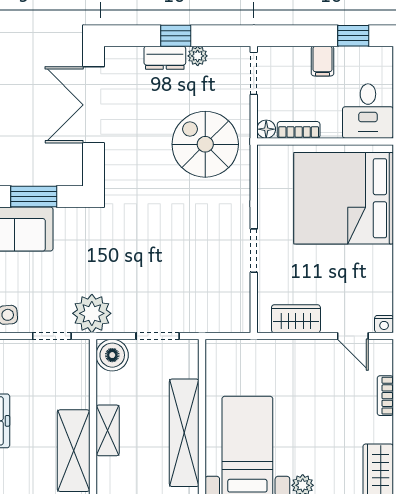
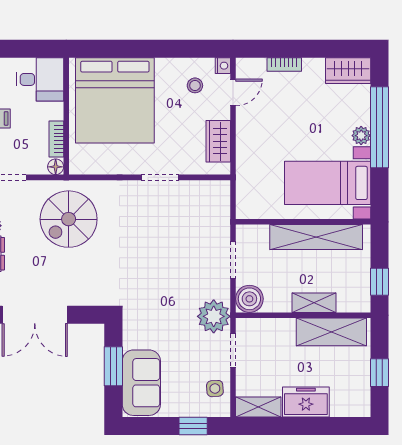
stool: (361, 292) -> (195, 85), added

